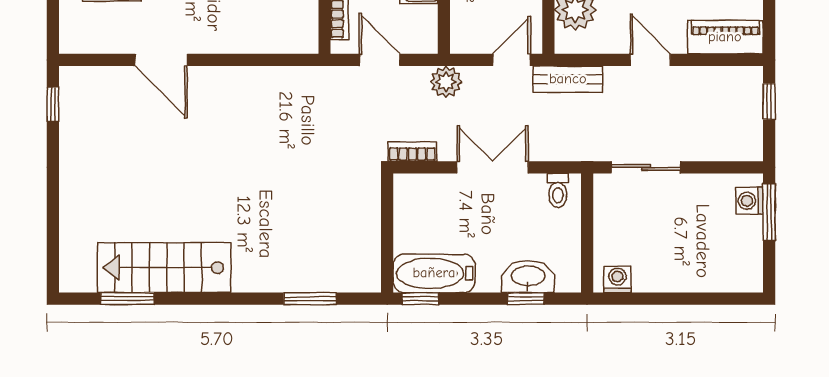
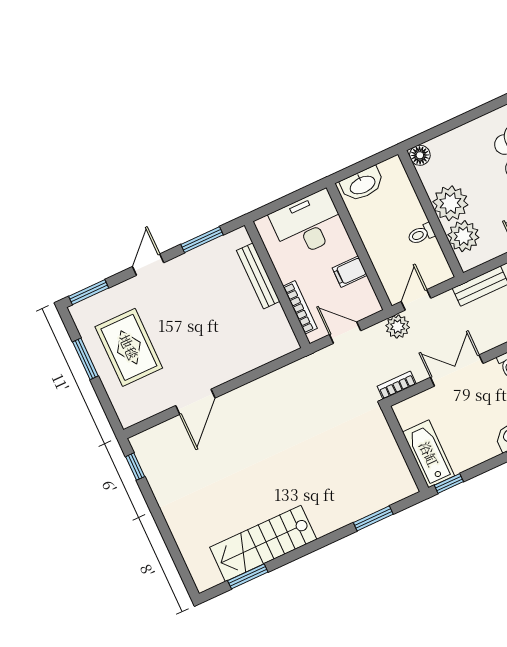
door: (161, 60) -> (195, 402), hinge flipped
door: (512, 60) -> (416, 300), moved
bathtub: (434, 273) -> (429, 454), moved, turned 90

